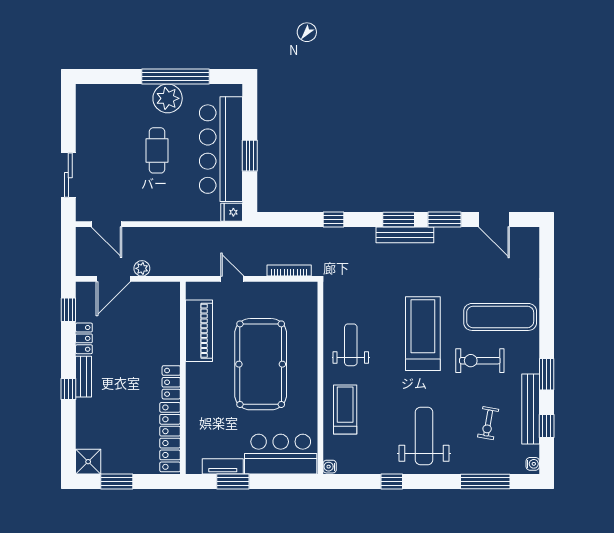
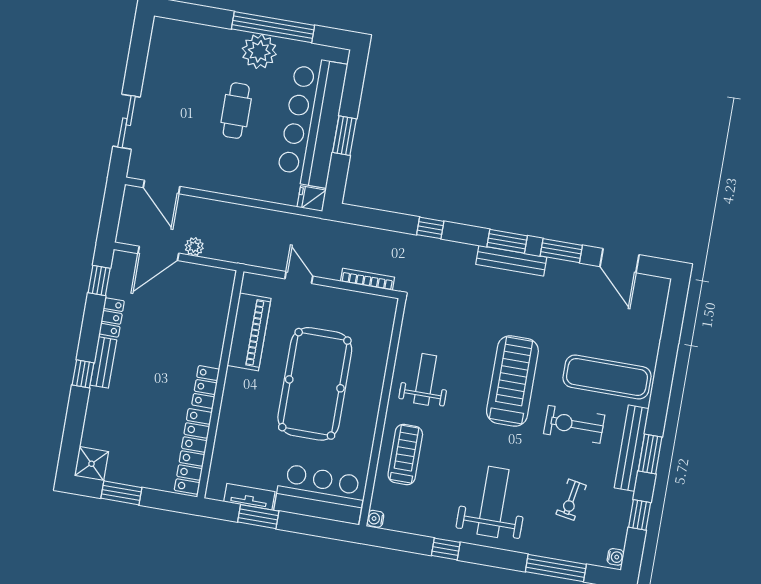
bench: (531, 409) -> (632, 448), moved

